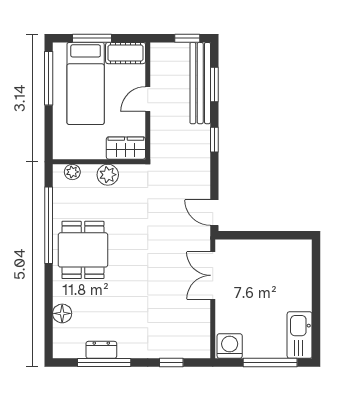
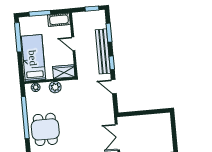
bed: (86, 83) -> (33, 58), moved, turned 180
bench: (200, 83) -> (103, 51), moved
door: (148, 99) -> (73, 44), hinge flipped
door: (214, 213) -> (114, 87), moved

